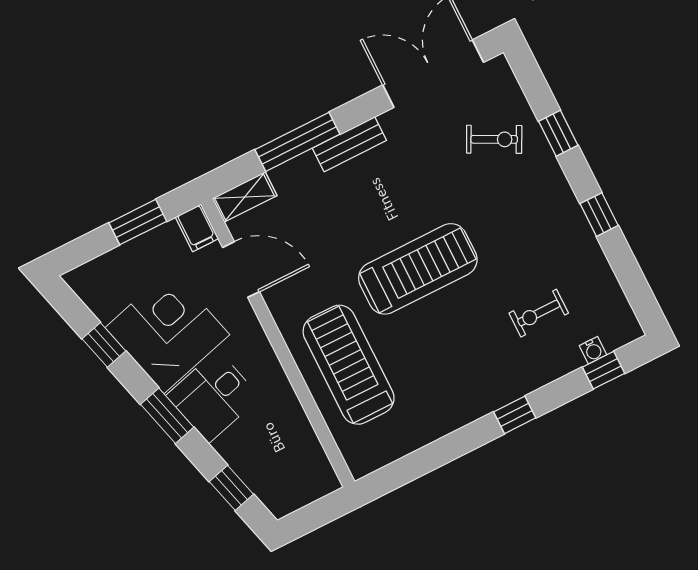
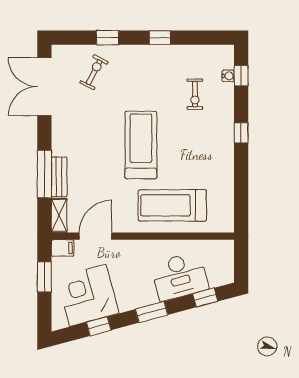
bench: (349, 144) -> (59, 177), moved
corner desk: (167, 331) -> (88, 295), moved
desk: (213, 396) -> (180, 276), moved, width x1.37

